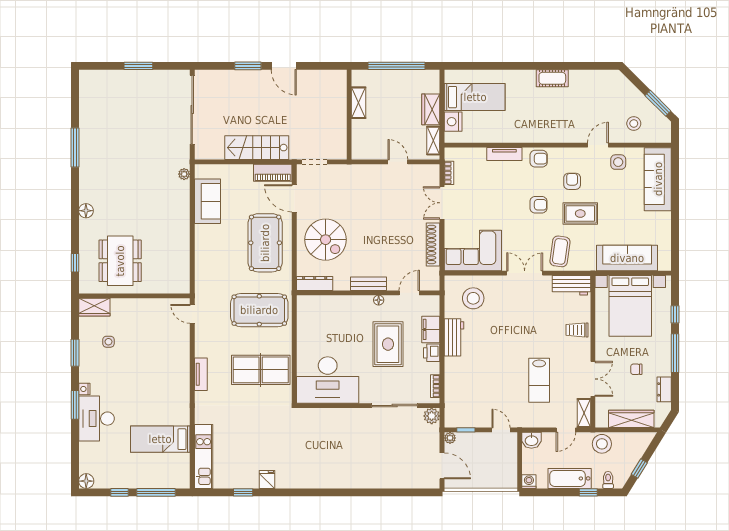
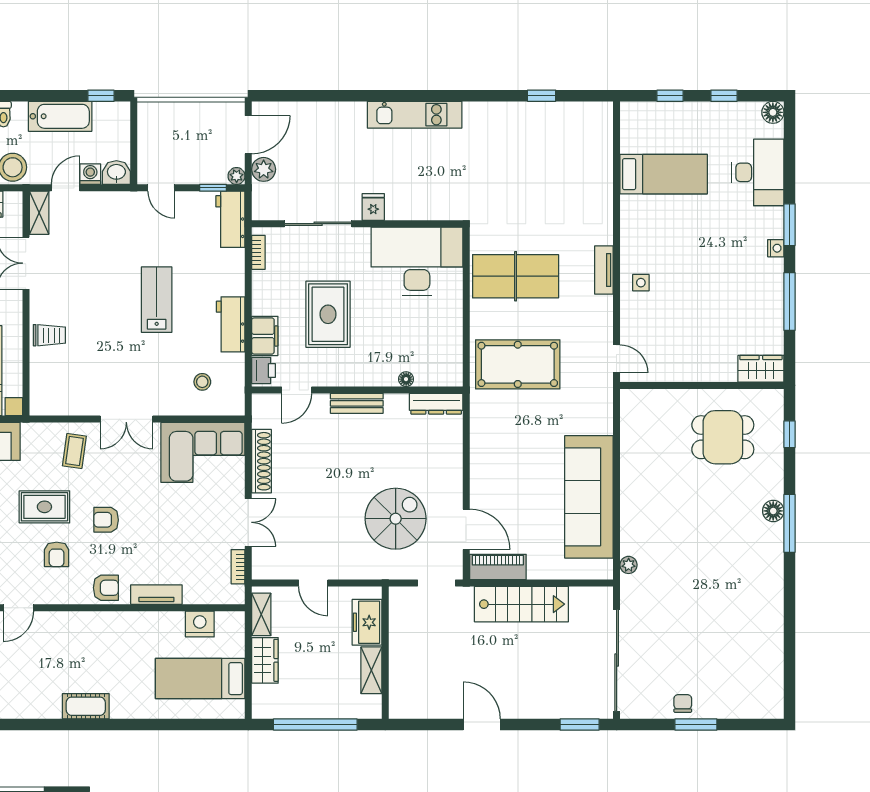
window: (248, 66) -> (580, 724), moved
chair: (147, 80) -> (683, 703), added
nightstand: (453, 122) -> (200, 624), moved, turned -90
freezer: (361, 135) -> (367, 622), added
window: (75, 148) -> (790, 523), moved
armchair: (539, 159) -> (106, 588), turned 180
sofa: (207, 201) -> (589, 497), width x1.85, depth x1.27
spiral stairs: (326, 240) -> (396, 519), moved, turned 90
pool table: (265, 243) -> (509, 464), removed
coffee table: (560, 251) -> (74, 451), width x0.73, depth x0.77
dining table: (120, 261) -> (723, 437), width x0.73
workbench: (571, 285) -> (230, 219), moved, turned -90
stool: (473, 298) -> (202, 382), width x0.53, depth x0.53
floor lamp: (379, 300) -> (406, 379), moved
side table: (108, 342) -> (641, 283), moved
window: (75, 353) -> (790, 301), width x1.44
printer: (432, 353) -> (264, 370), moved
lab bench: (539, 380) -> (157, 300), moved
plant: (432, 416) -> (264, 169), moved
desk: (96, 419) -> (758, 172), moved
kitchen unit: (204, 456) -> (415, 115), moved, turned -90
door: (442, 466) -> (248, 135), swing flipped
fridge: (267, 479) -> (373, 207), moved, turned 180
washing machine: (529, 482) -> (90, 174), moved, turned 180
window: (156, 492) -> (670, 96), width x0.46
window: (588, 492) -> (101, 96), moved

